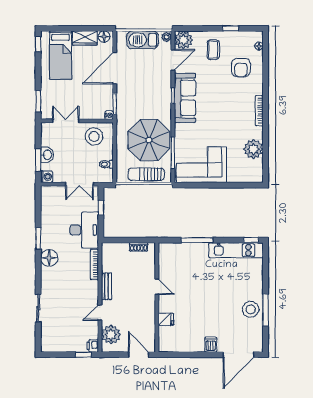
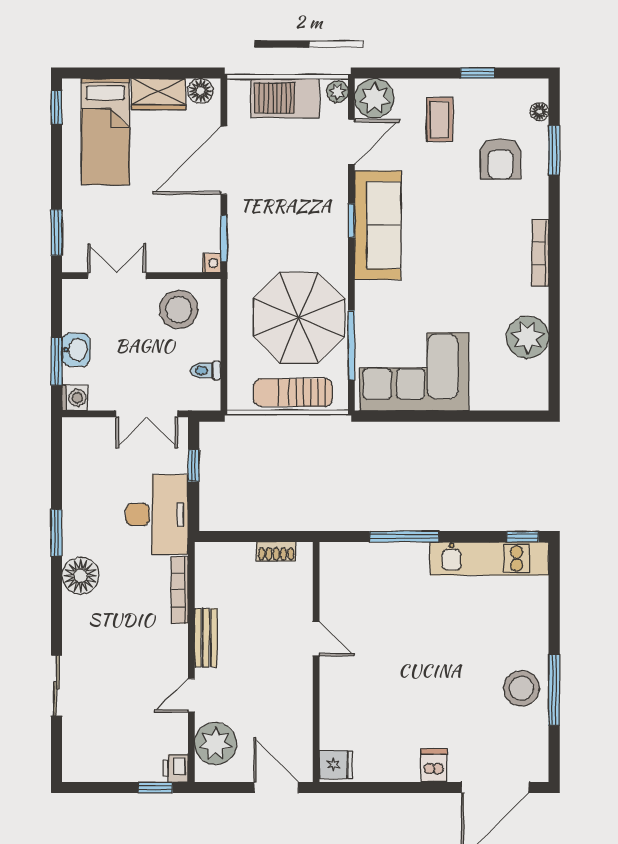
window: (266, 64) -> (554, 150), added
fridge: (166, 319) -> (336, 765), moved

